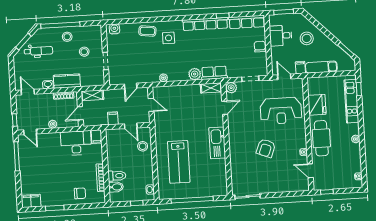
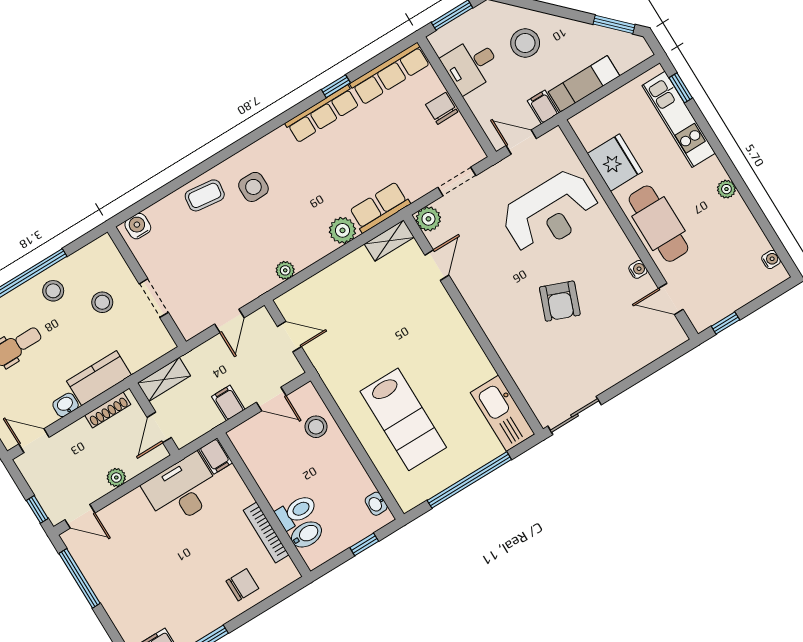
row of seats: (205, 24) -> (322, 114), width x0.73
kitchen sink: (217, 143) -> (503, 413), moved

